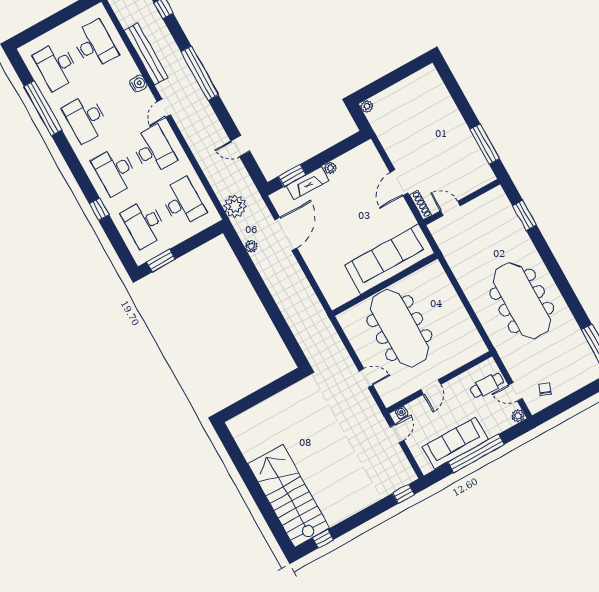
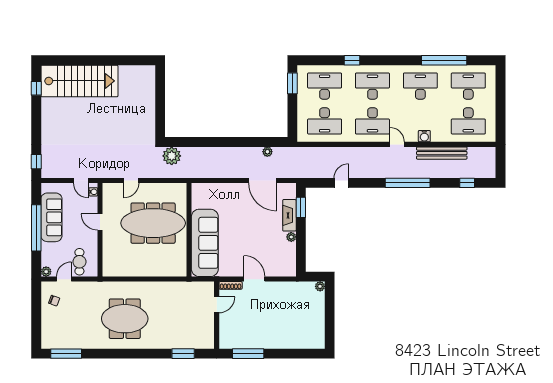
plant: (235, 206) -> (172, 156), moved
meeting table: (522, 301) -> (125, 319), width x0.73

